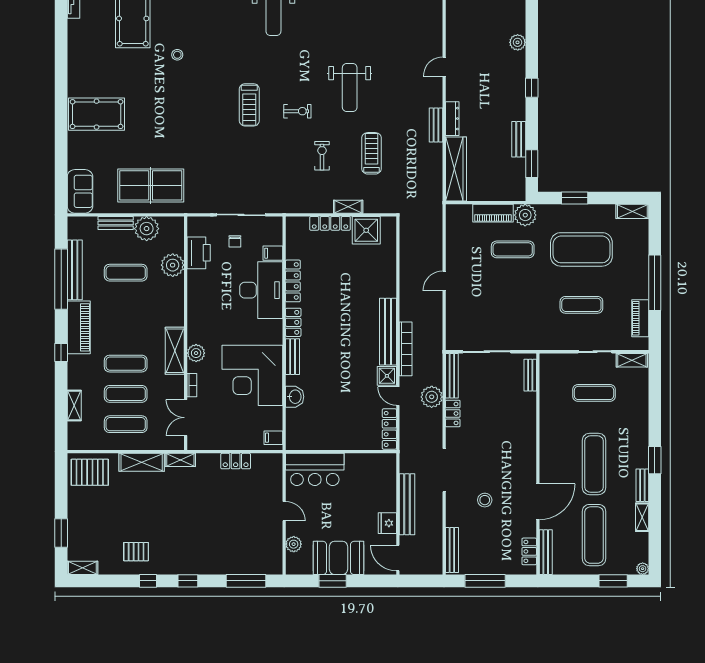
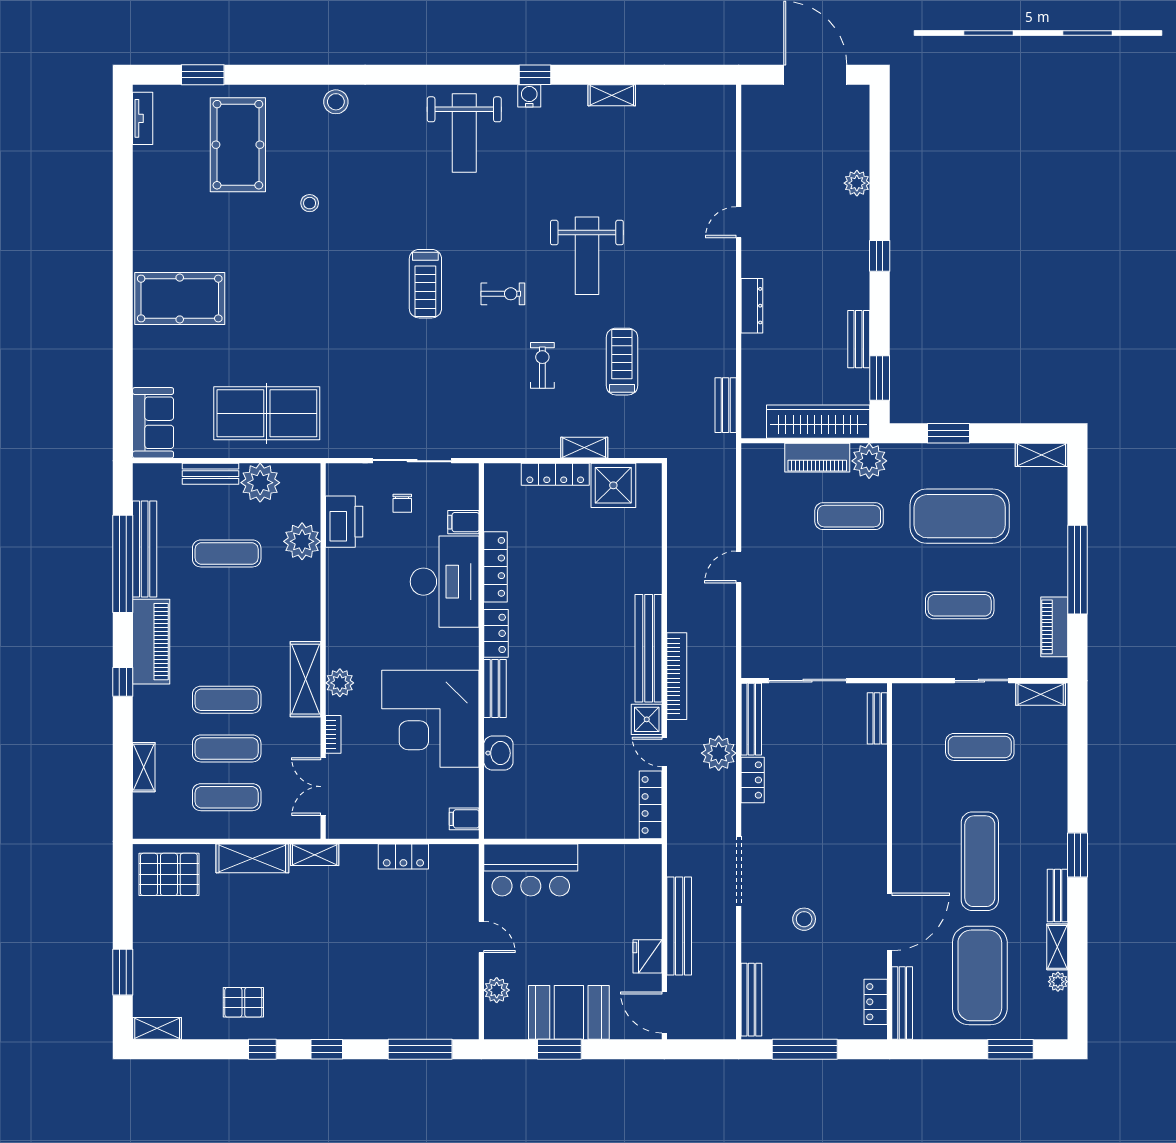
bench: (436, 125) -> (726, 405), moved
wardrobe: (456, 169) -> (818, 422), moved, turned -90
exercise mat: (594, 535) -> (980, 975), width x1.47
plant: (643, 569) -> (1058, 982), moved

